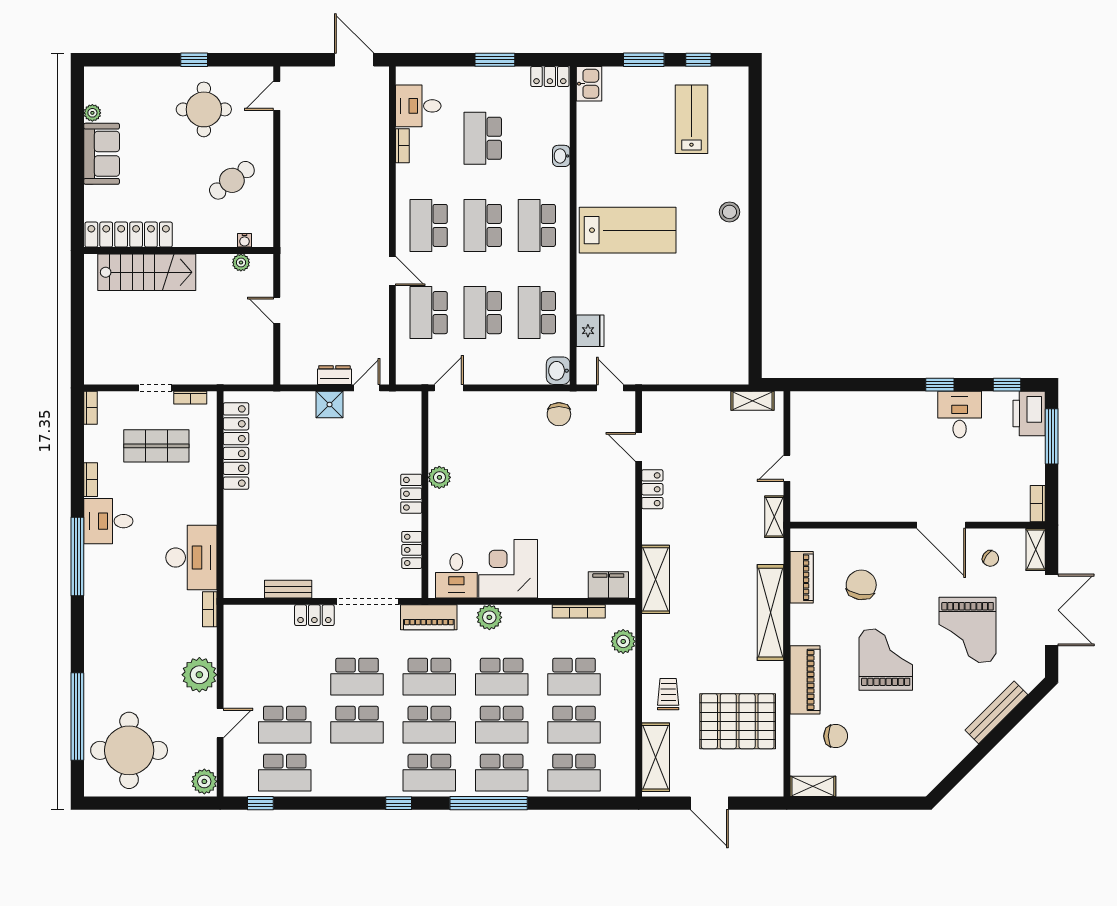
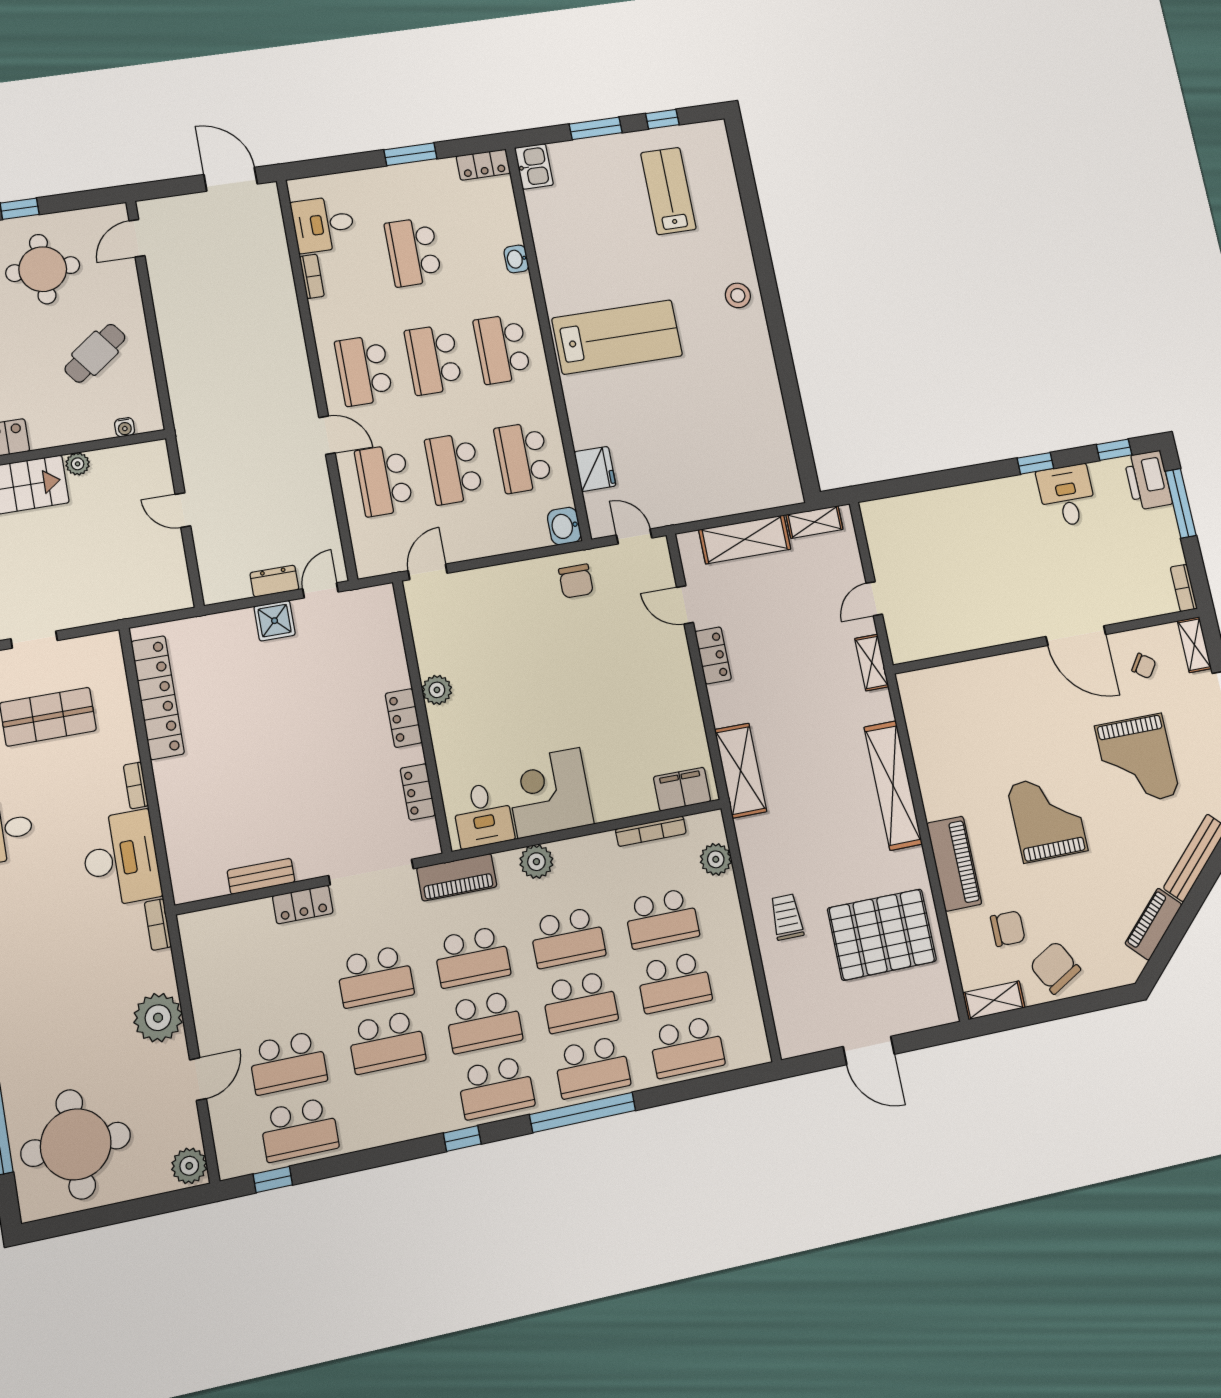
plant: (241, 262) -> (78, 464), moved
bookcase: (190, 398) -> (136, 785), moved, turned 90
piano: (802, 577) -> (1153, 924), moved, turned -135
chair: (861, 585) -> (1055, 967), moved, turned -38
shelving: (656, 757) -> (745, 539), moved, turned 90

